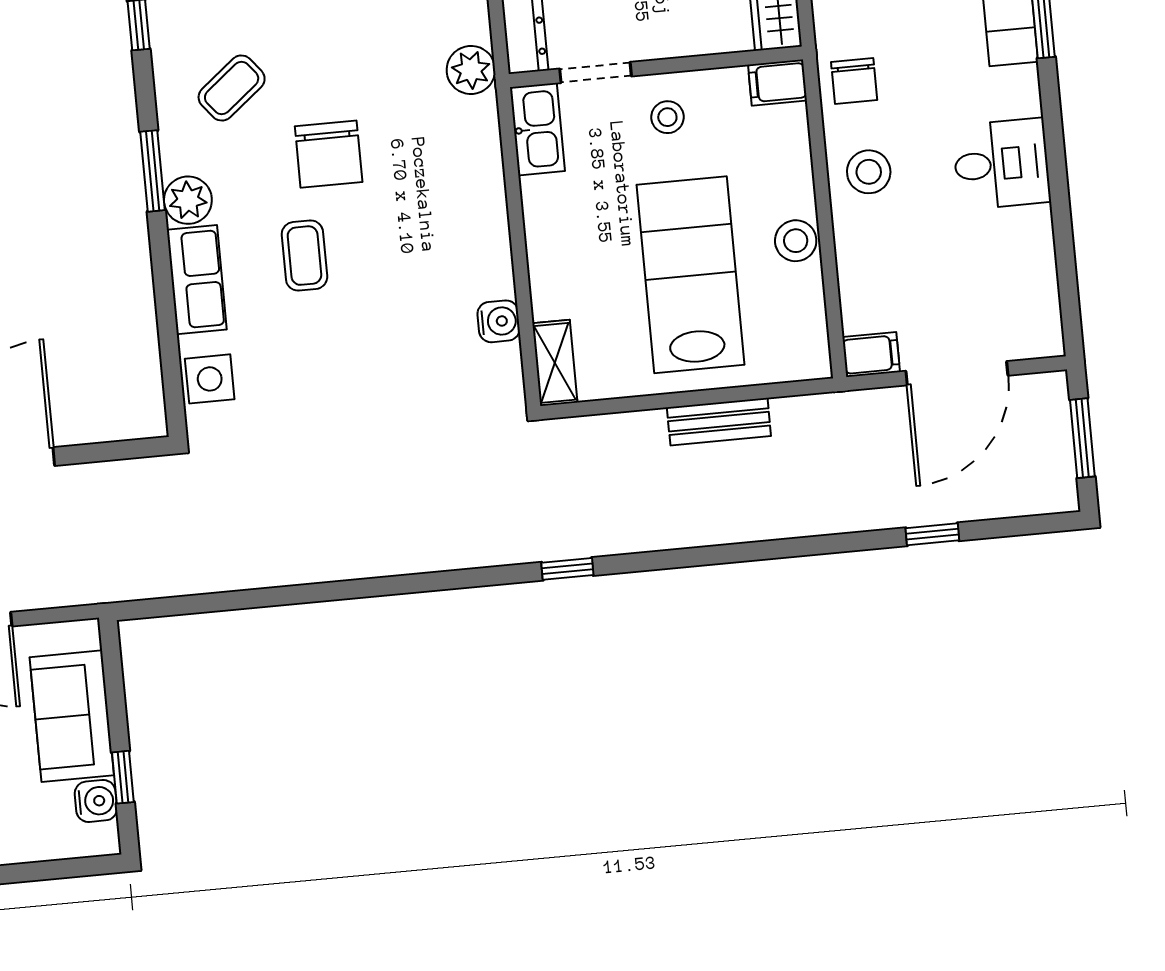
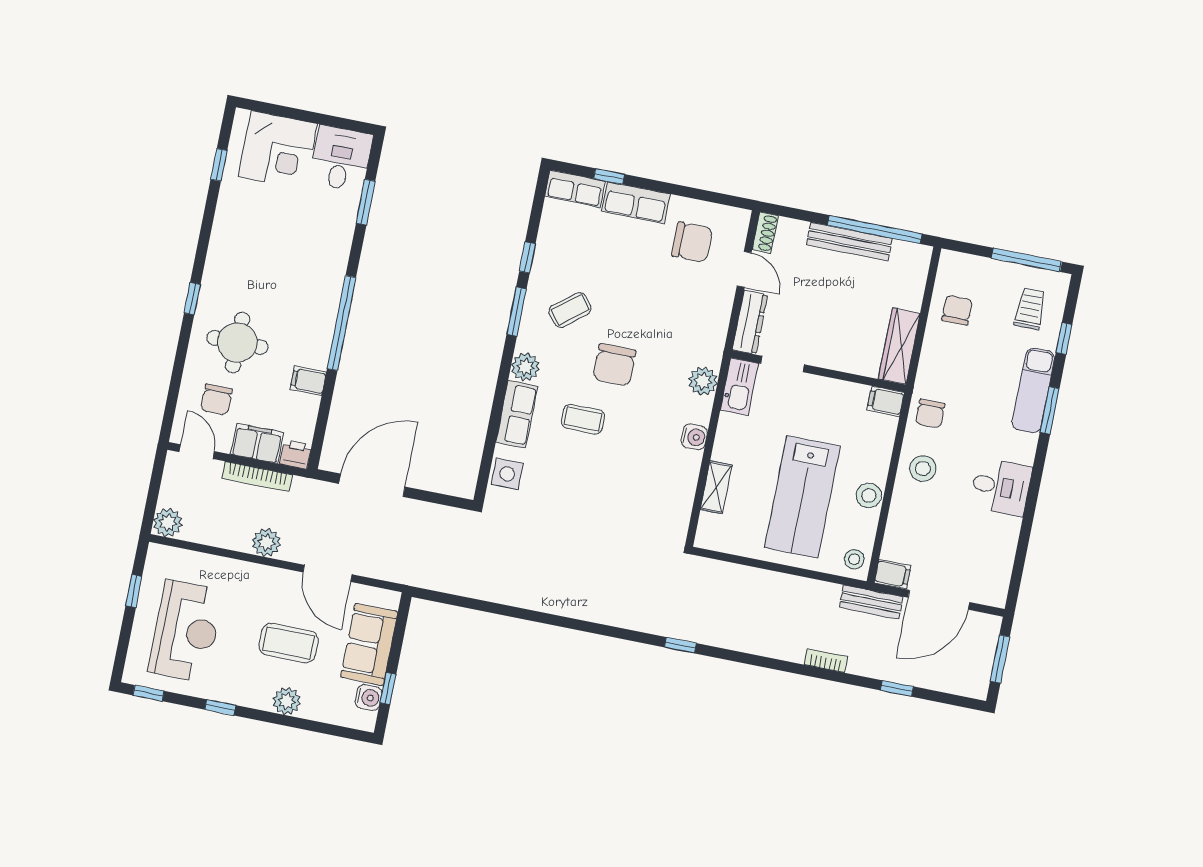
plant: (471, 70) -> (703, 381), moved
stool: (667, 117) -> (854, 559), moved
window: (152, 171) -> (517, 312), moved
coffee table: (304, 256) -> (583, 419), turned 90
lab bench: (690, 275) -> (802, 497), turned 180
water cooler: (499, 321) -> (694, 437), moved
shelving: (555, 363) -> (716, 487), moved
bench: (719, 422) -> (871, 602), moved
bookcase: (806, 524) -> (826, 661), added

